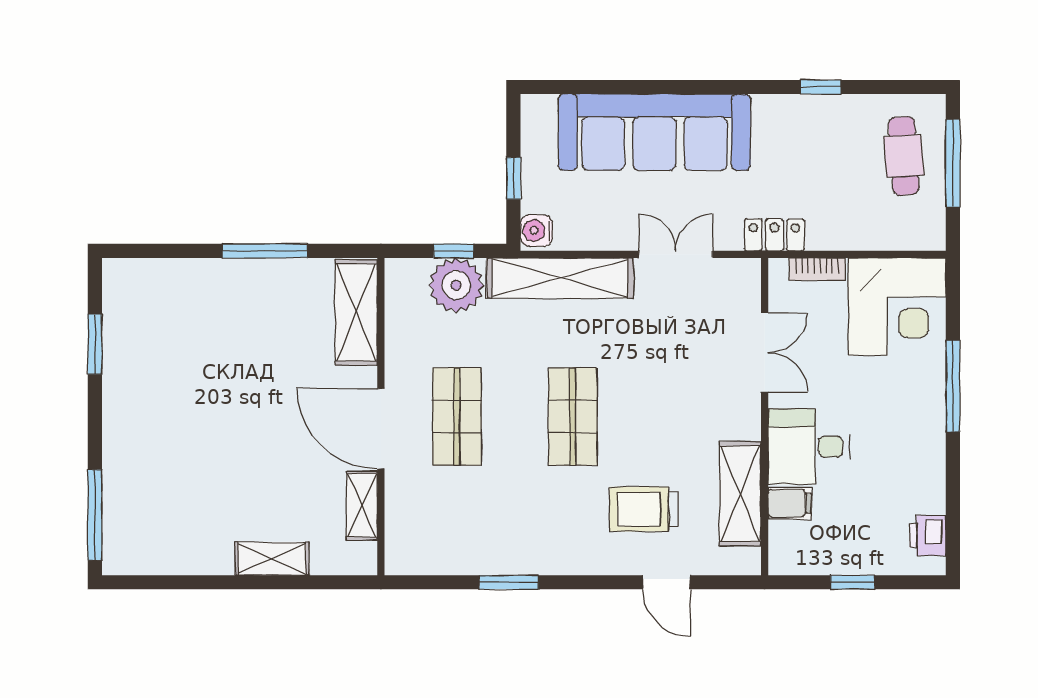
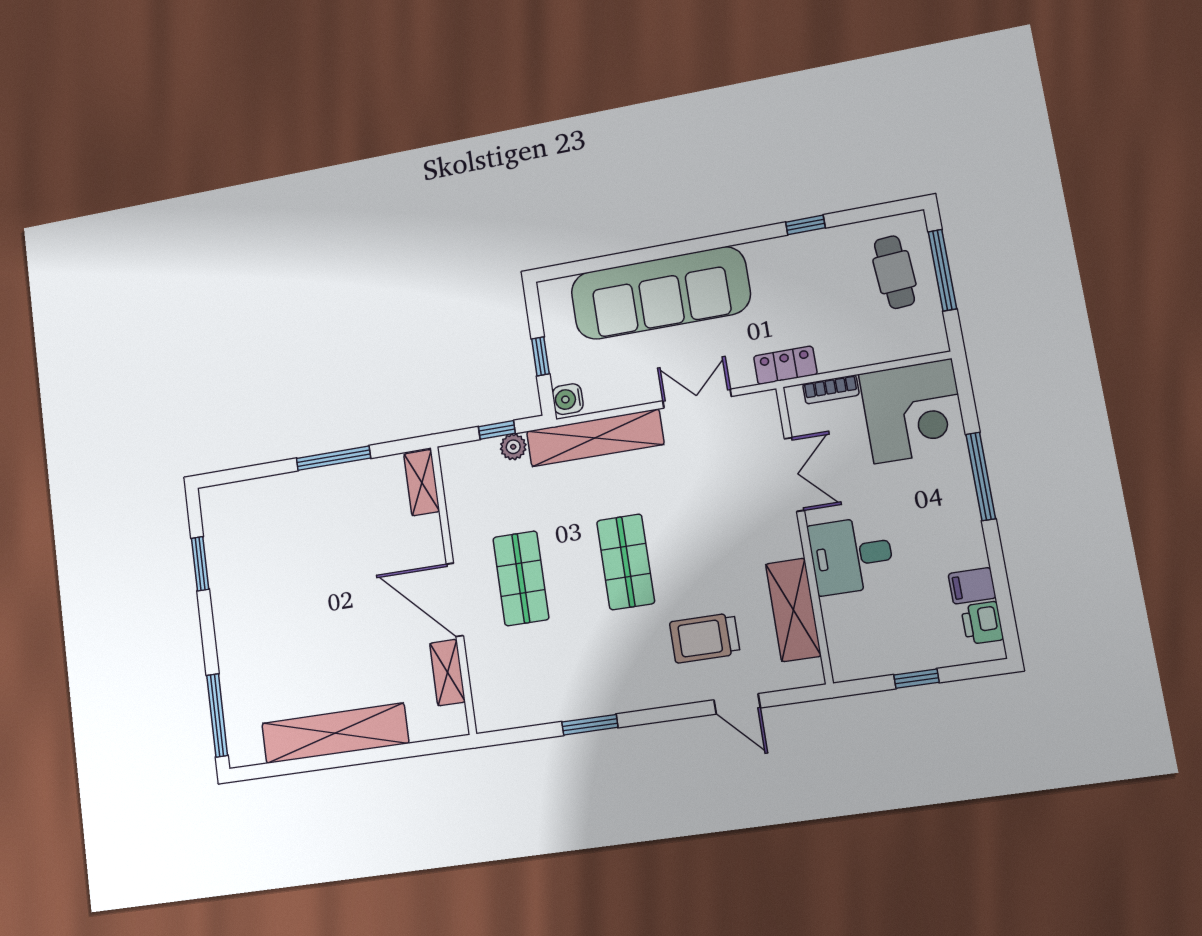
plant: (456, 285) -> (513, 447), width x0.53, depth x0.53
shelving: (356, 313) -> (422, 483), width x0.67, depth x0.75
filing cabinet: (790, 503) -> (972, 586), moved, turned 180
shelving: (272, 559) -> (335, 733), width x2.20, depth x1.33

